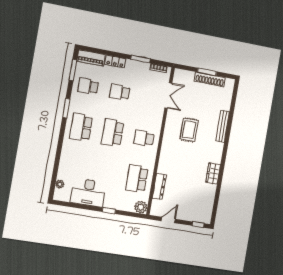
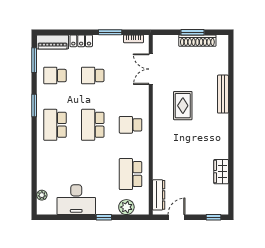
double door: (168, 96) -> (151, 69), swing flipped
wardrobe: (213, 174) -> (221, 172), moved
dresser: (159, 186) -> (159, 195), moved
plant: (141, 207) -> (126, 207), moved

